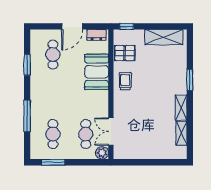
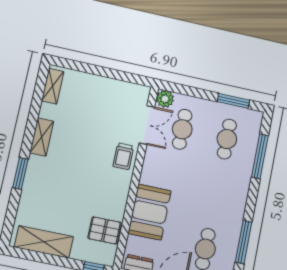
window: (27, 65) -> (244, 242), width x1.44
trolley: (125, 81) -> (123, 156), moved
window: (27, 116) -> (260, 156), moved
shelving: (181, 133) -> (53, 86), moved

